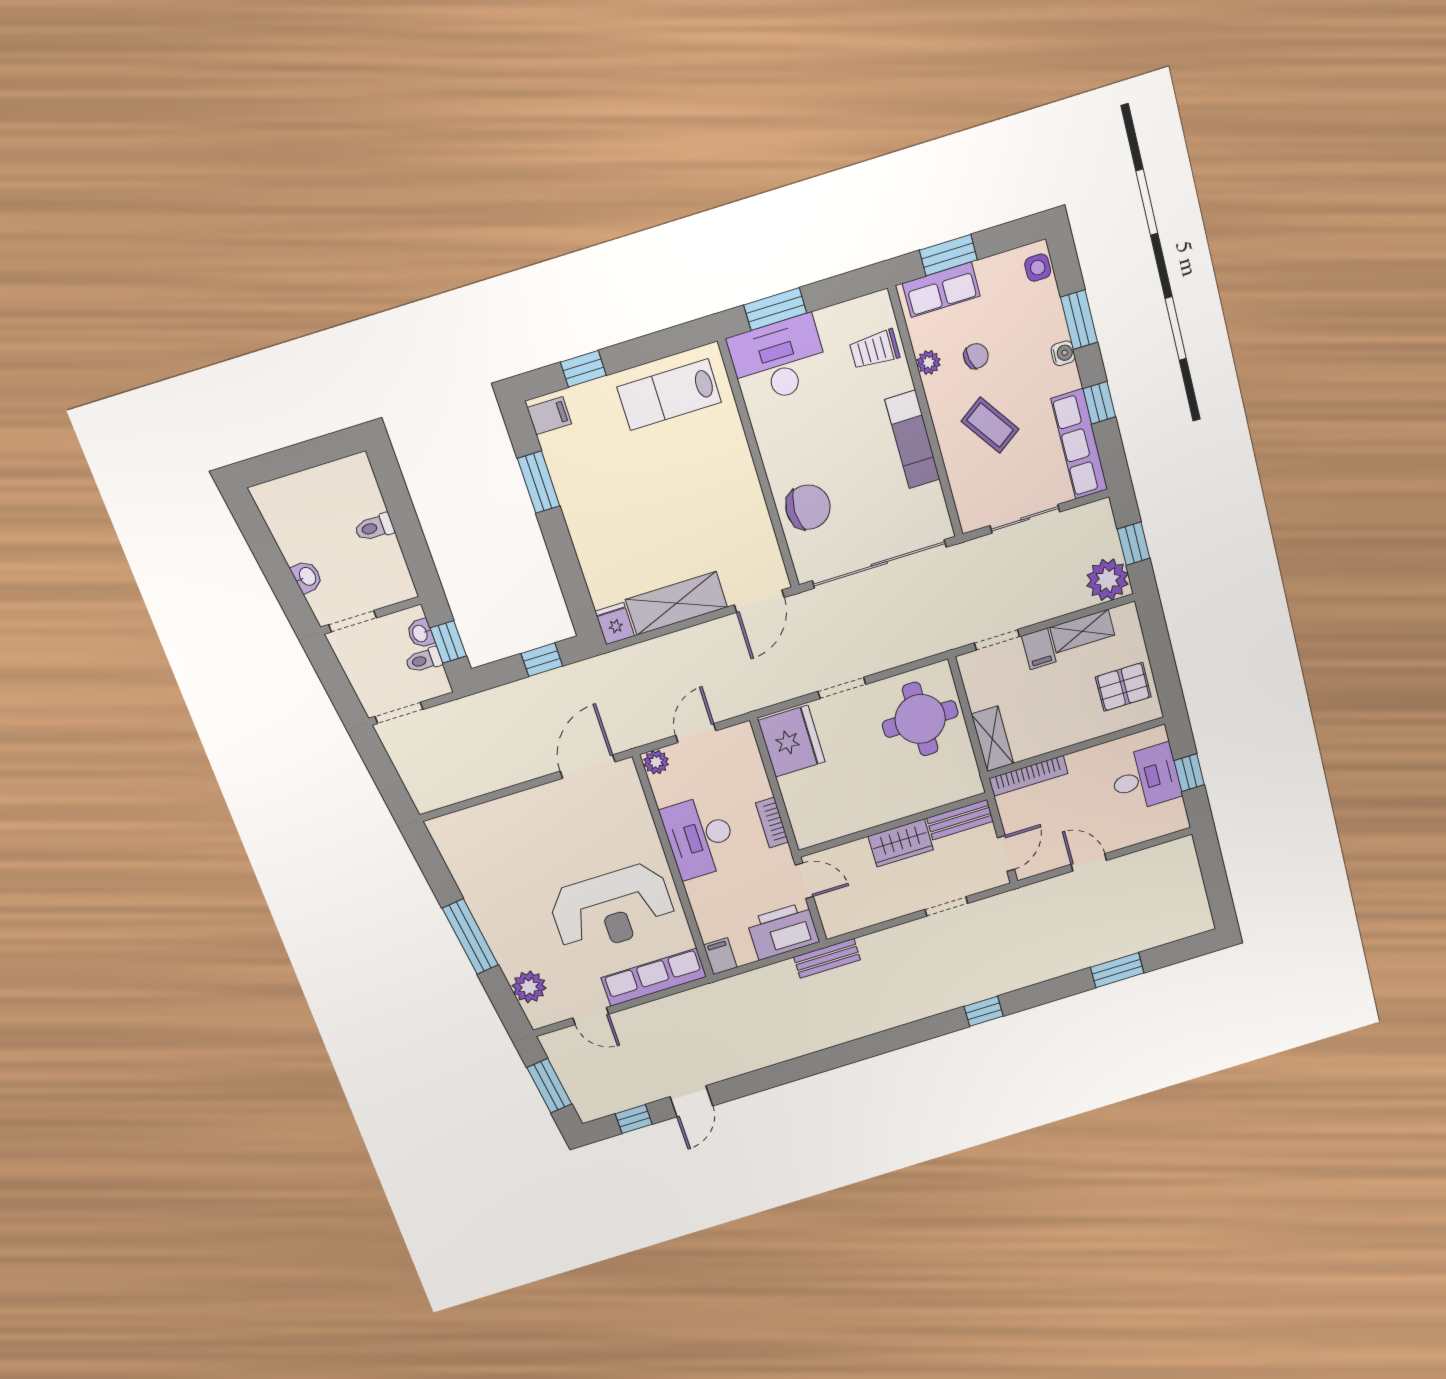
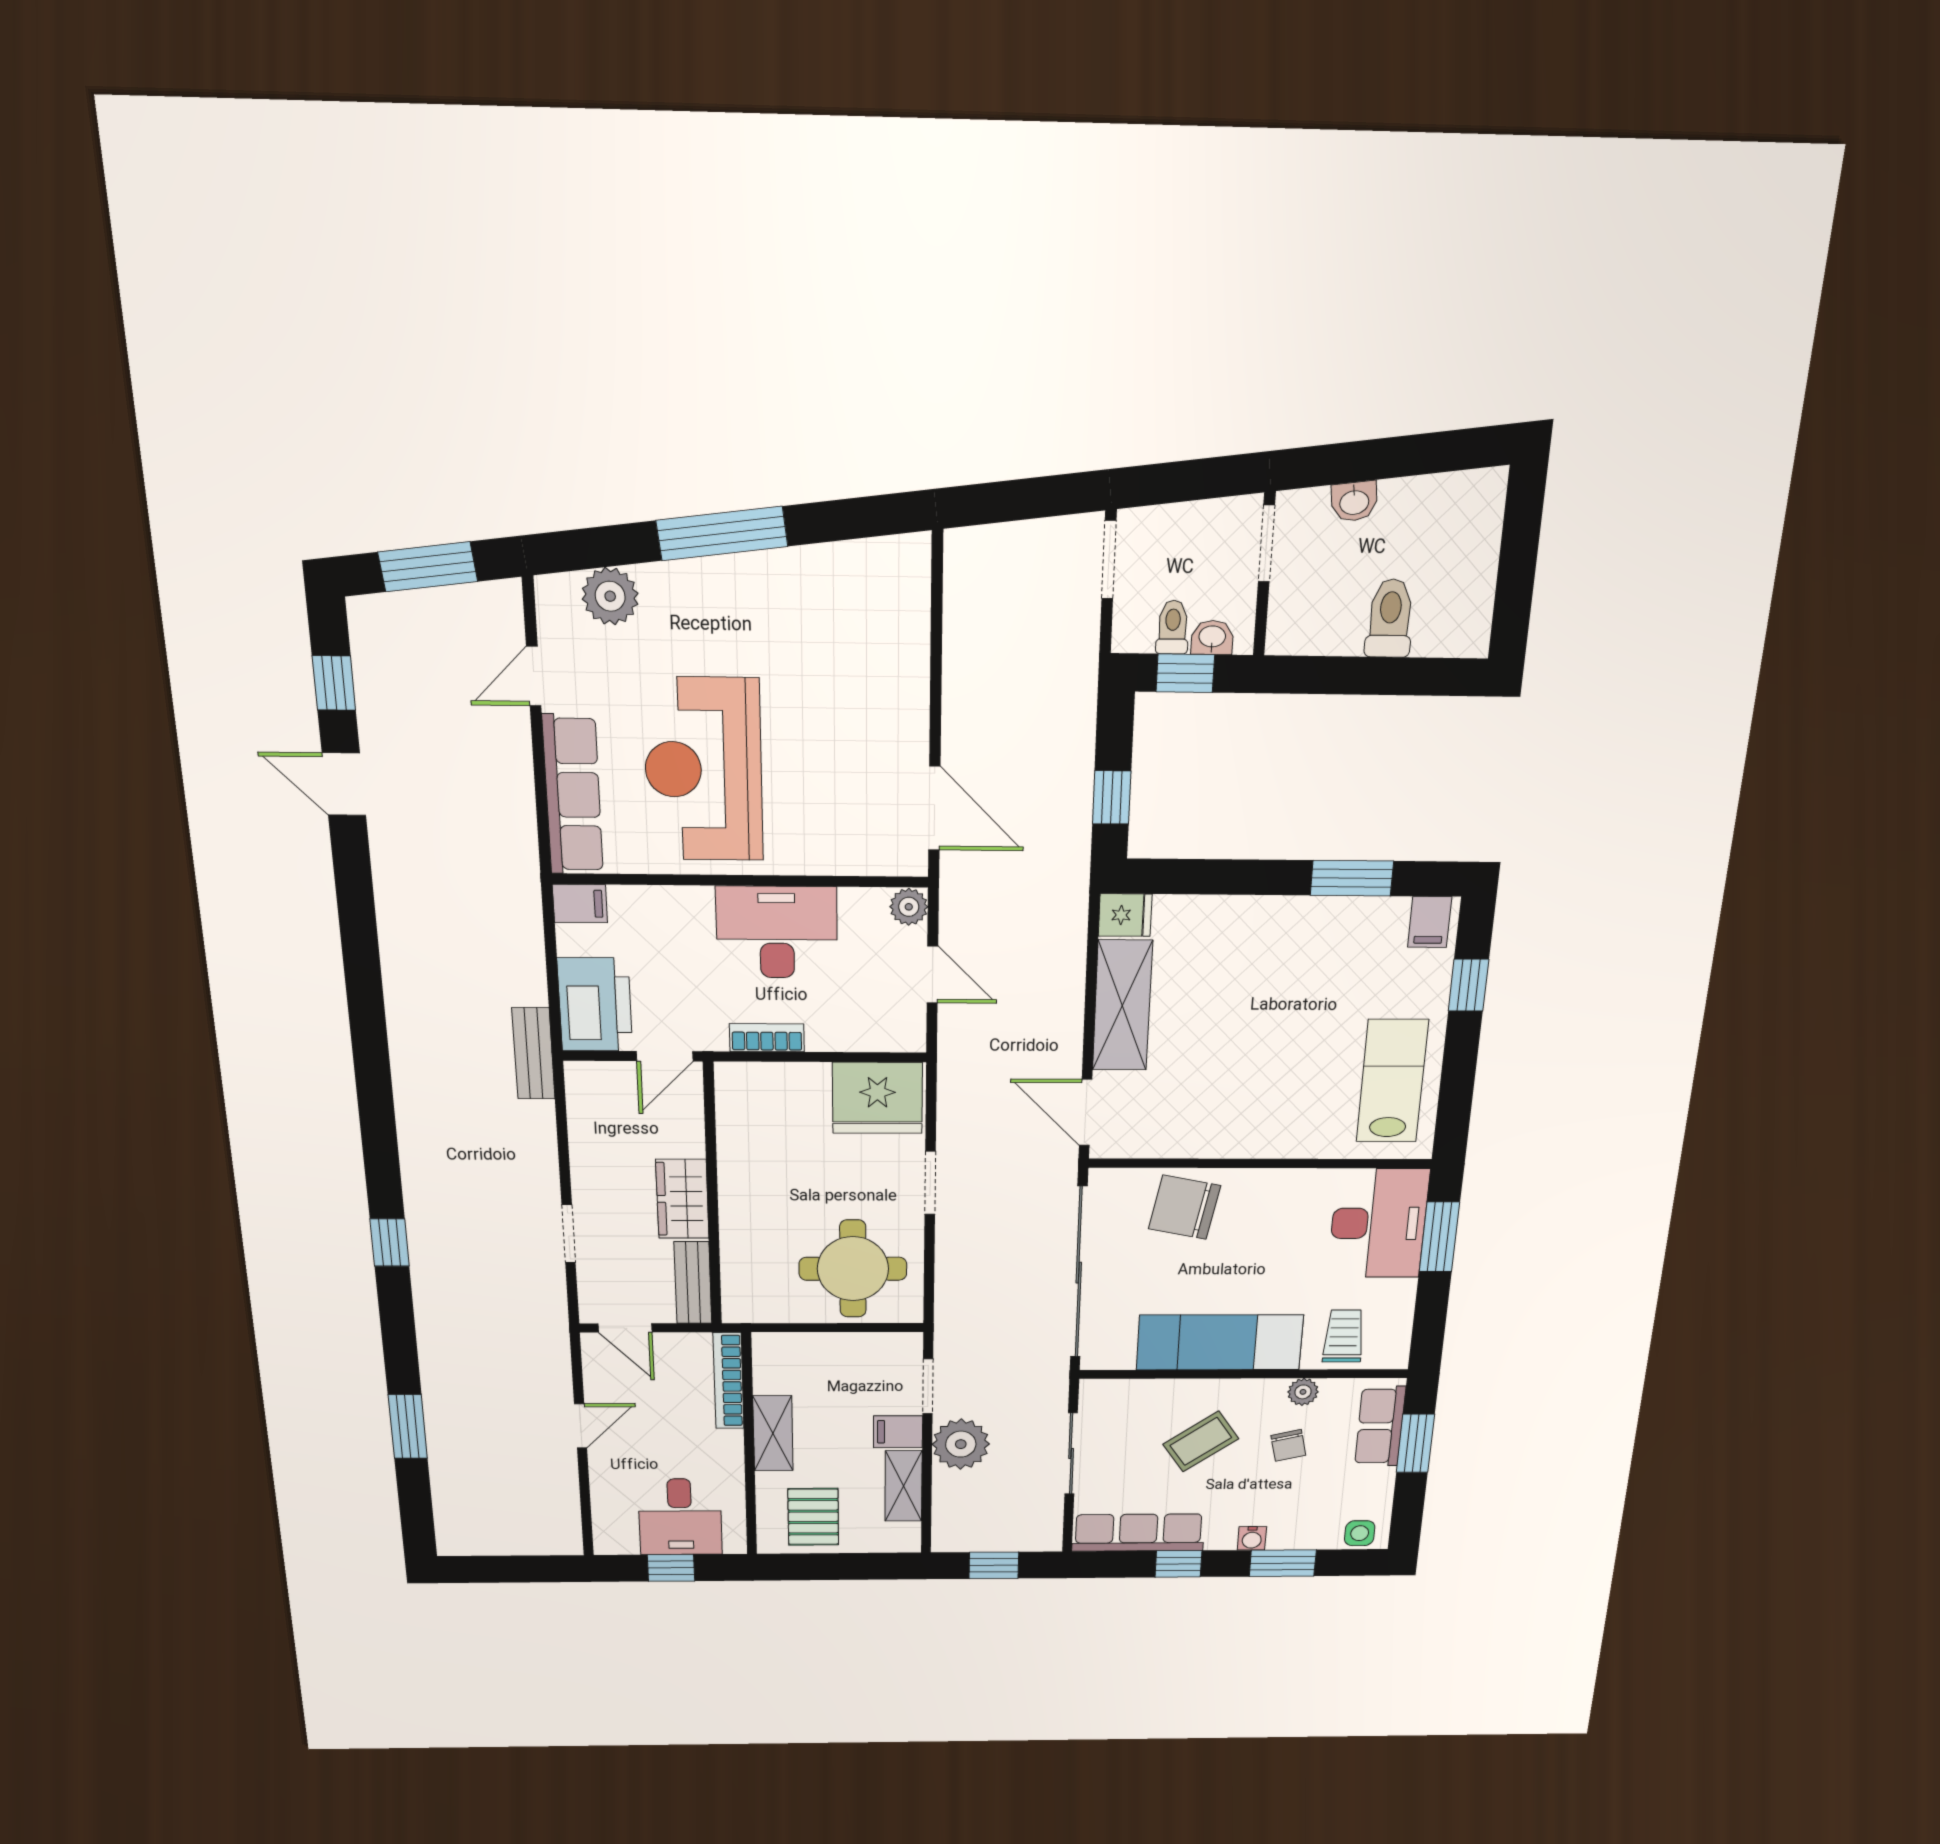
exam couch: (912, 439) -> (1220, 1342), width x1.36, depth x1.45
chair: (808, 507) -> (1185, 1207), turned 101
toilet: (374, 527) -> (1390, 618), width x1.37, depth x1.39
plant: (1108, 580) -> (961, 1444), moved
shelving: (992, 739) -> (773, 1433), moved, turned 90

